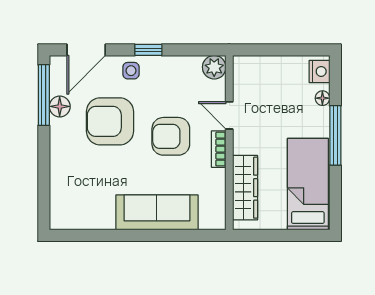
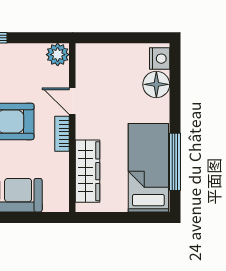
floor lamp: (322, 98) -> (156, 84), width x1.89, depth x1.89
window: (335, 135) -> (175, 162), moved

